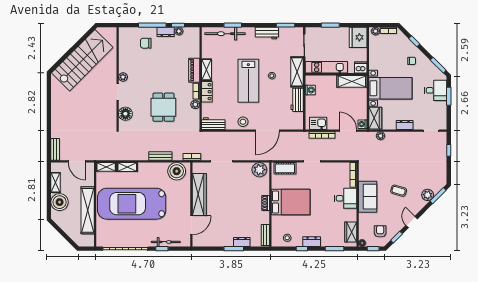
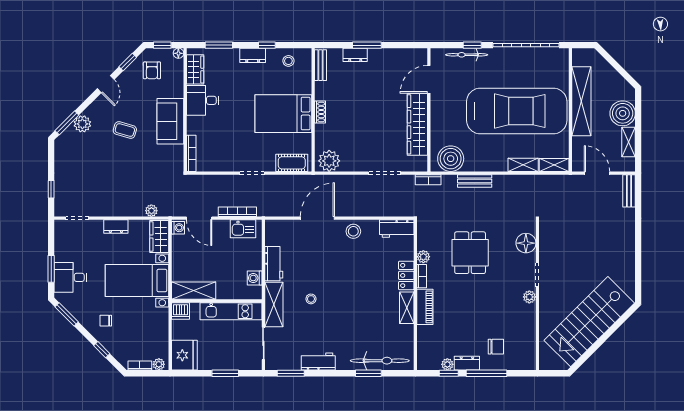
lab bench: (248, 81) -> (345, 292), removed
desk: (346, 198) -> (203, 100), moved

